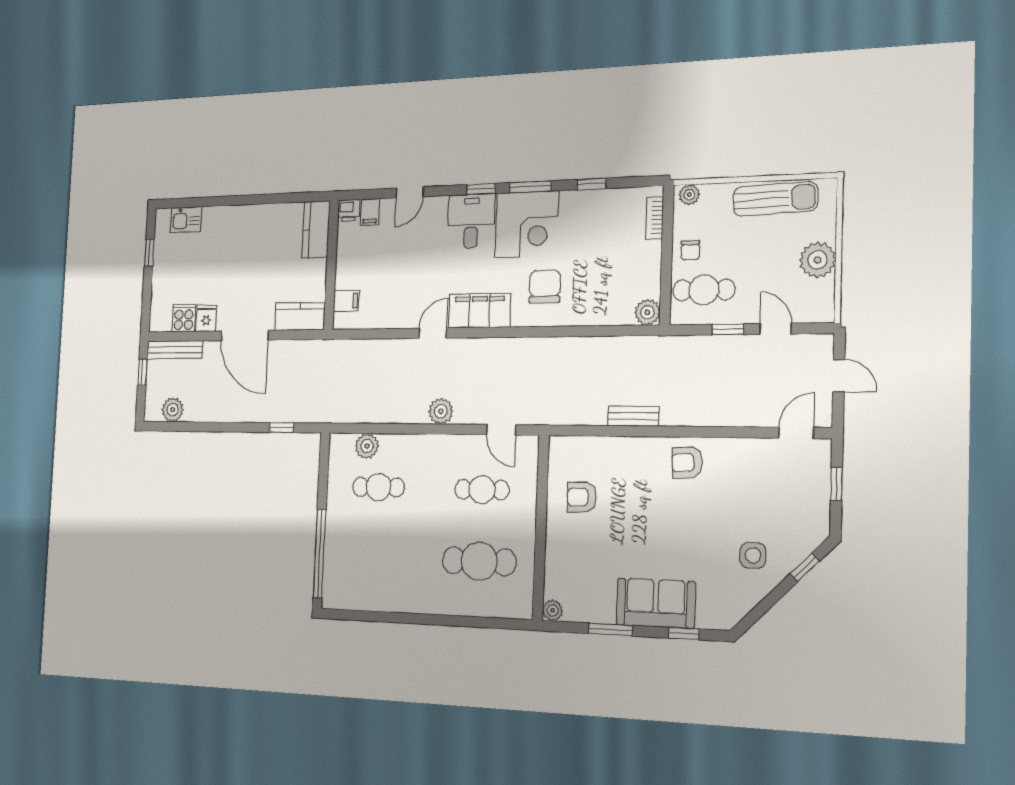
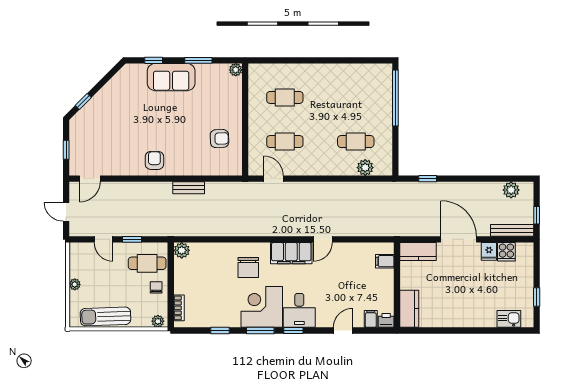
plant: (818, 260) -> (75, 284), width x0.53, depth x0.53
plant: (441, 411) -> (315, 190), removed
armchair: (687, 463) -> (154, 160), turned -87
side table: (753, 555) -> (113, 107), removed
cafe table: (479, 561) -> (285, 97), width x0.73, depth x0.74

